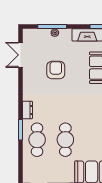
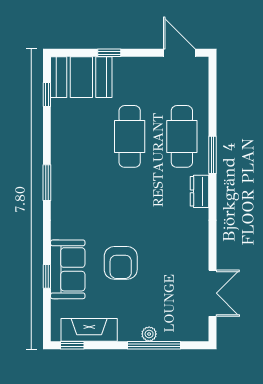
armchair: (56, 70) -> (121, 263), moved

